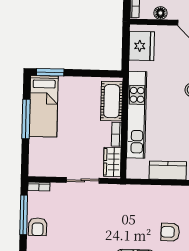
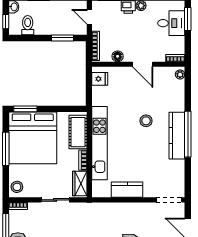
fridge: (142, 46) -> (100, 79), width x0.53, depth x0.75
bed: (44, 106) -> (33, 138), width x2.04
stool: (38, 164) -> (17, 187), added

